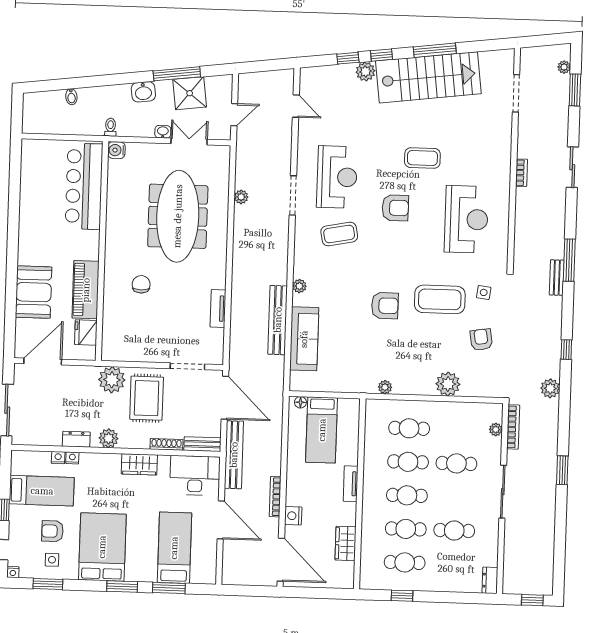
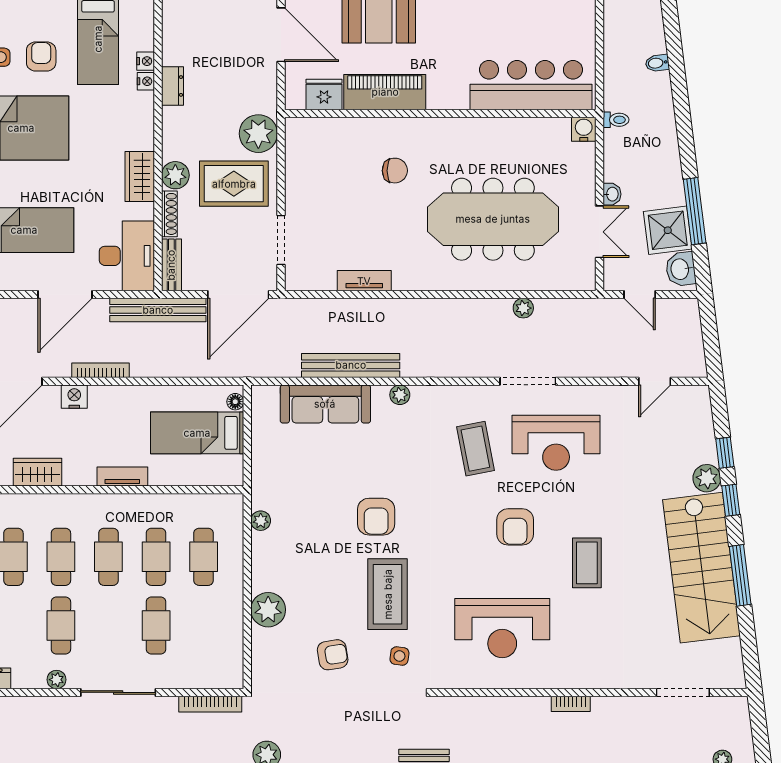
washbasin: (143, 92) -> (681, 269), moved
plant: (496, 430) -> (57, 680), moved
plant: (109, 438) -> (175, 175), moved

